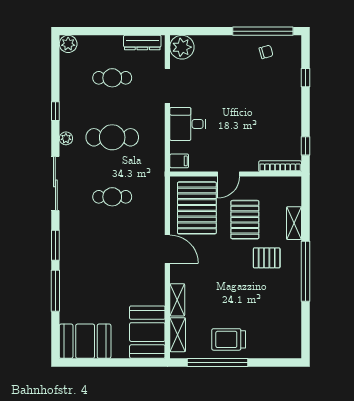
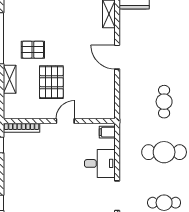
cafe table: (112, 197) -> (164, 102), turned 90
pallet: (197, 208) -> (92, 92), removed

